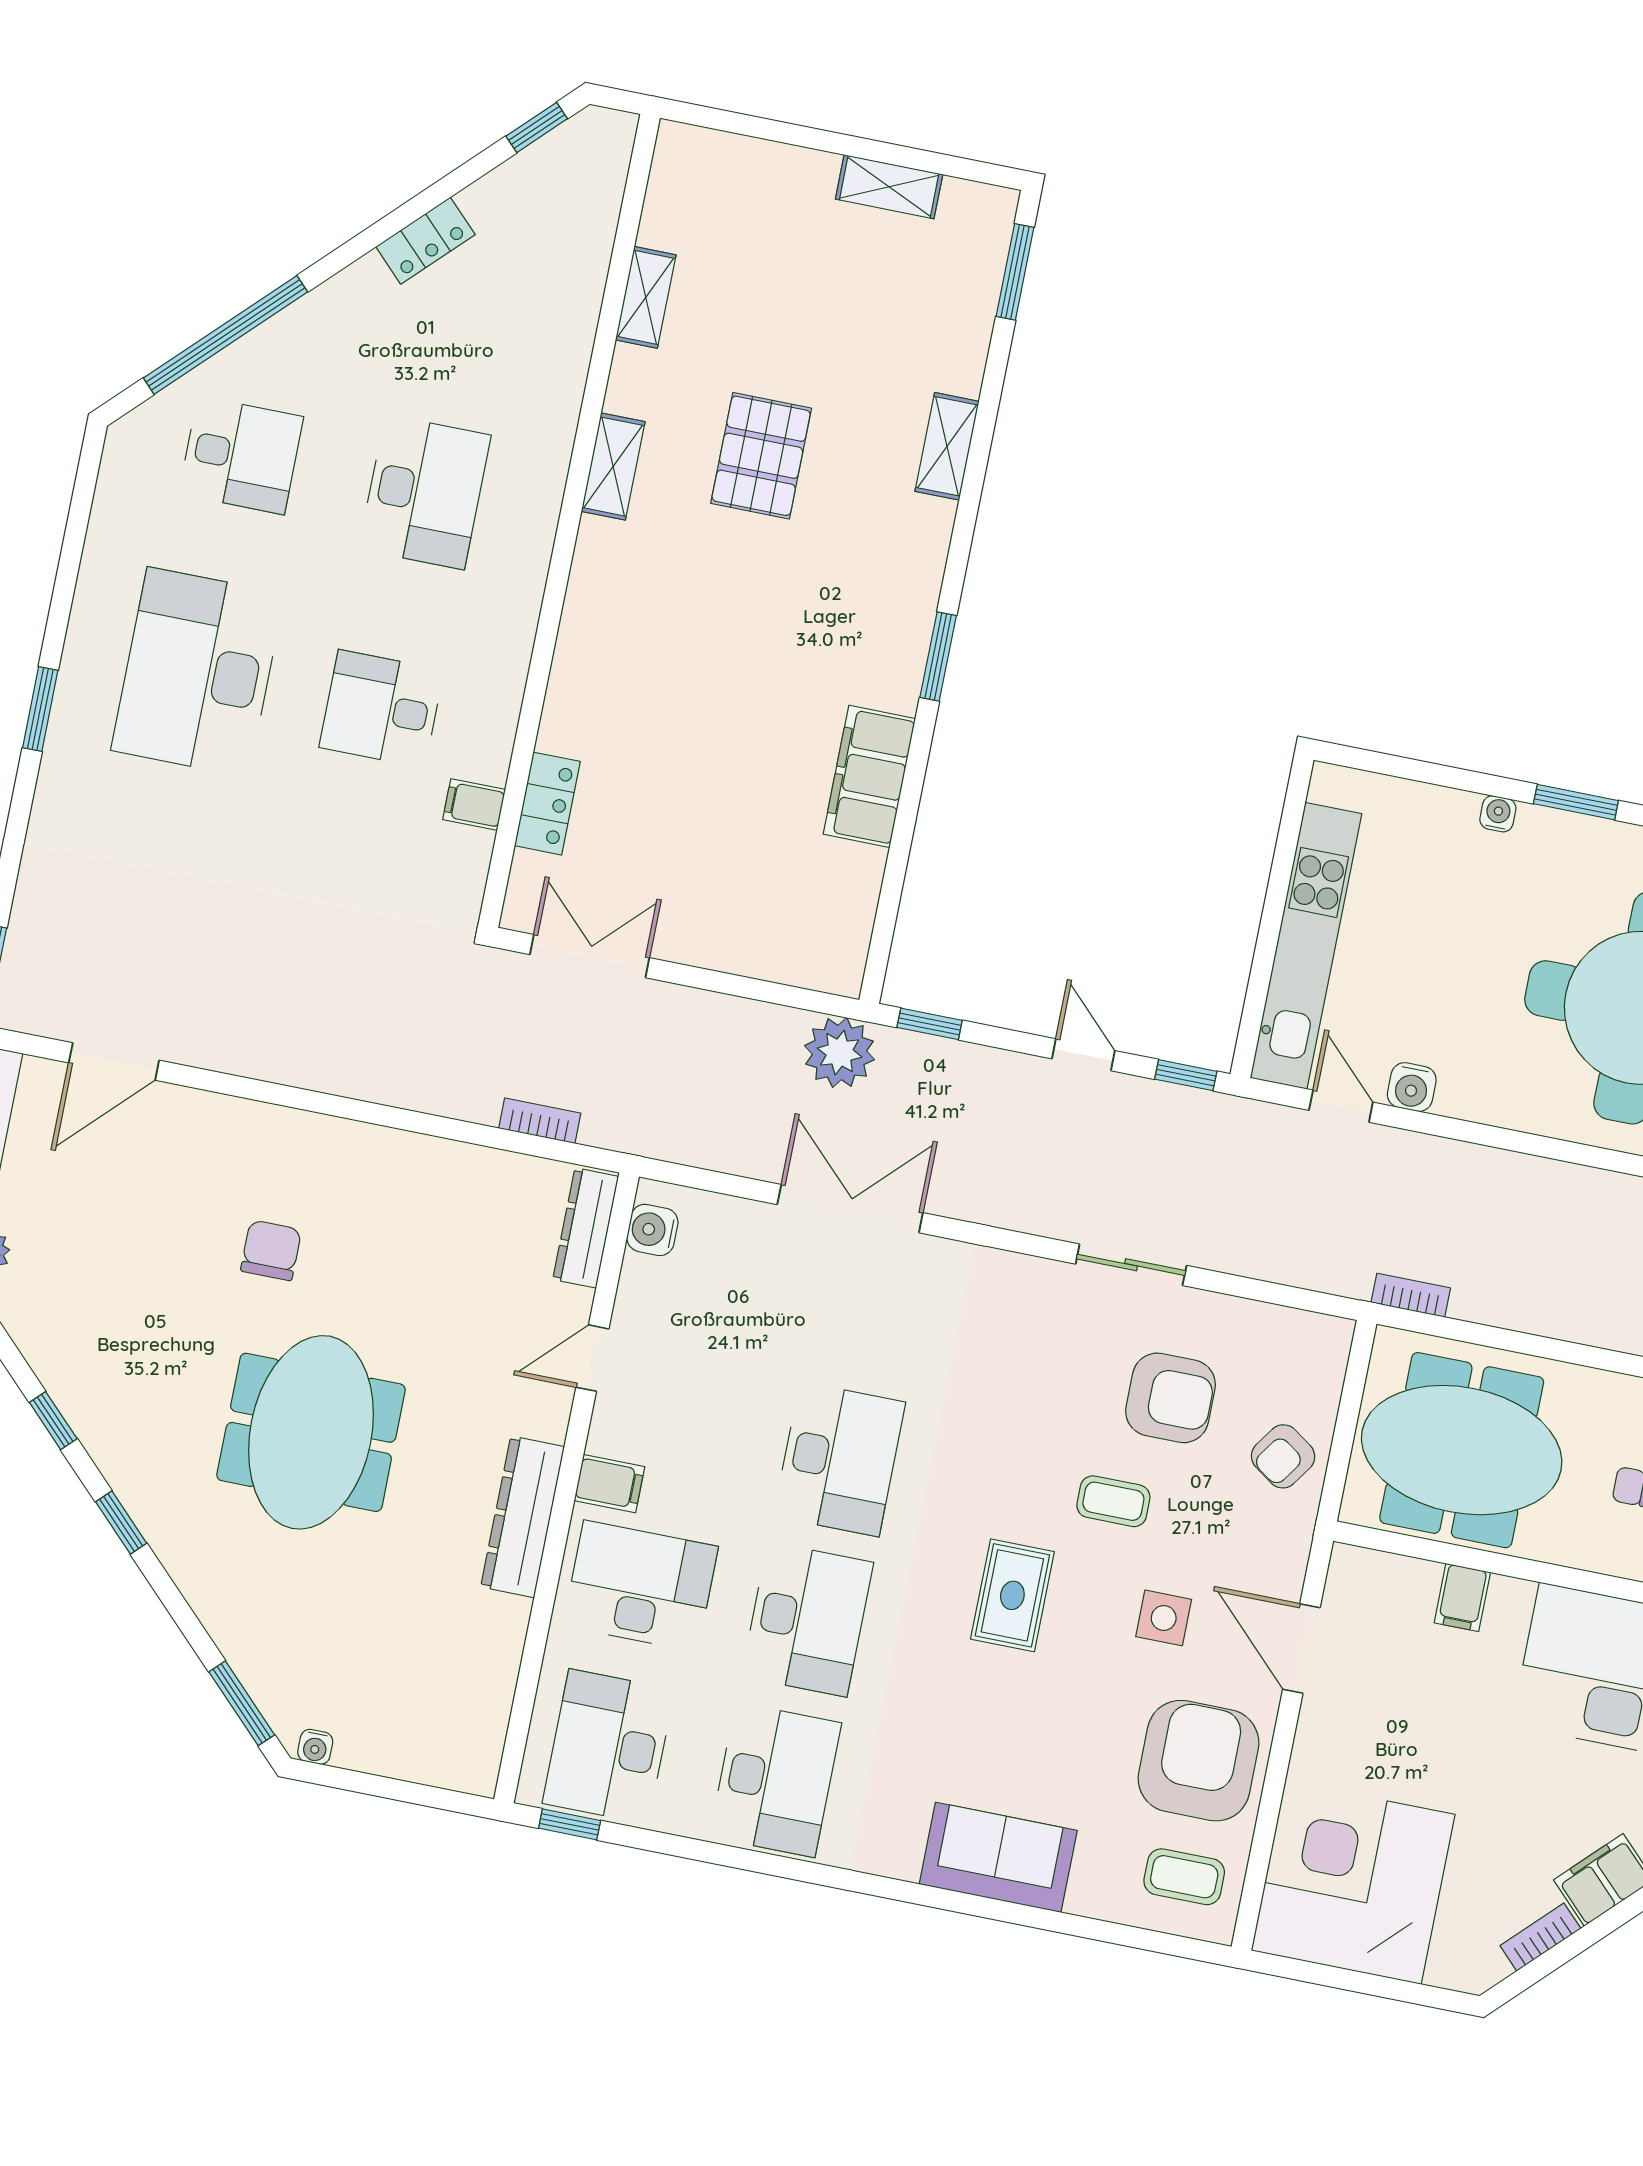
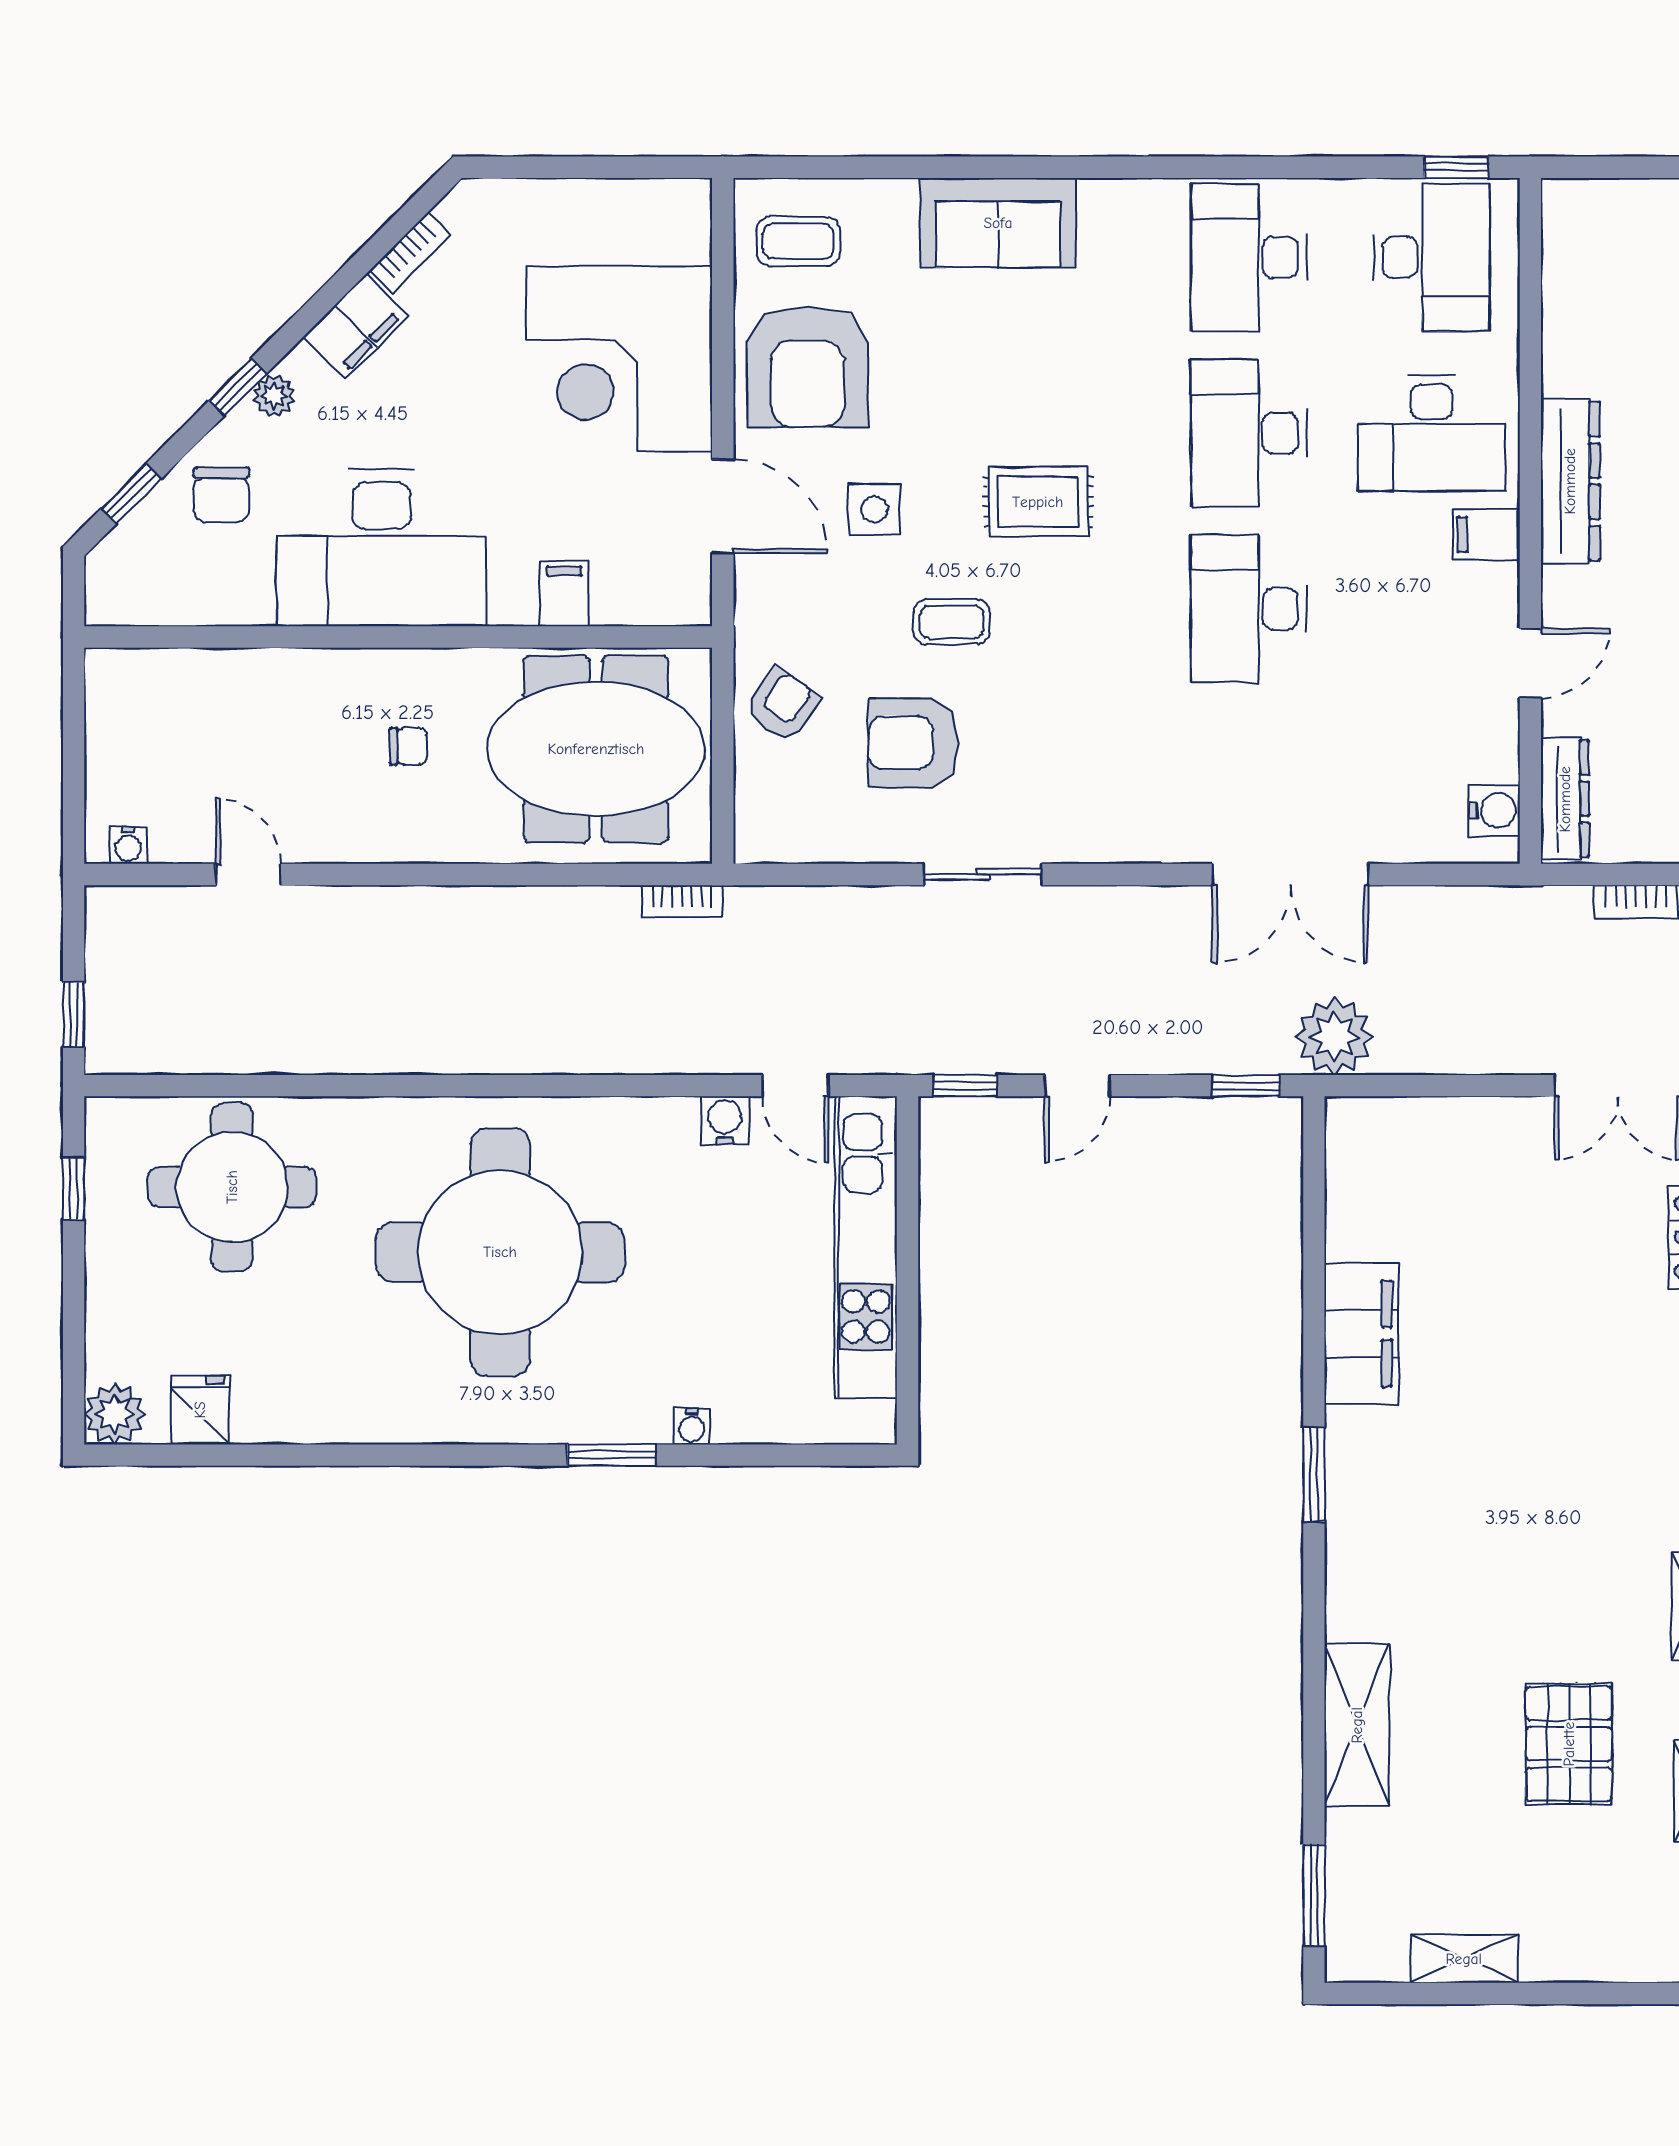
shelving: (947, 446) -> (1357, 1725), width x1.50, depth x1.33
pallet: (761, 456) -> (1569, 1744), moved
door: (1083, 1055) -> (1077, 1086), hinge flipped
rug: (1012, 1595) -> (1038, 502), turned 90
corner desk: (1353, 1882) -> (619, 359), moved, turned 90

